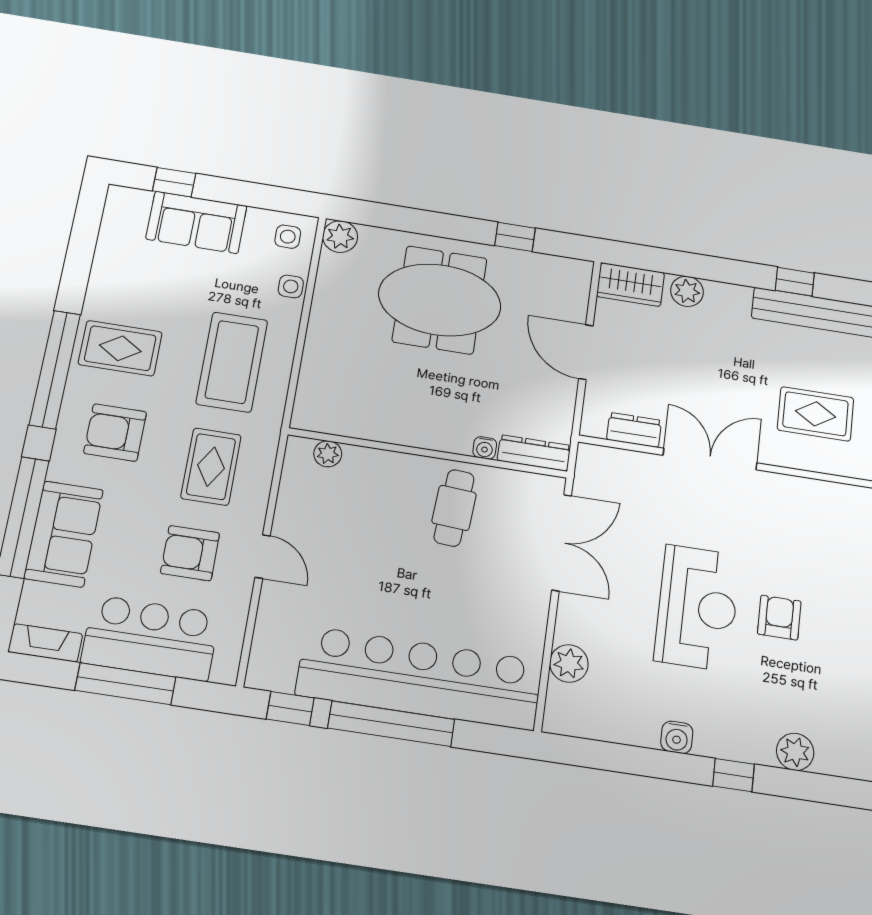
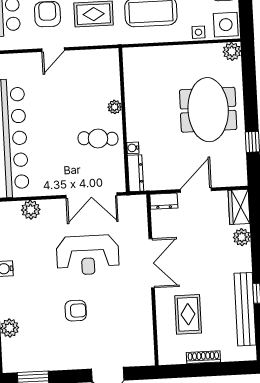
side table: (288, 237) -> (226, 25), width x1.87, depth x1.87
dresser: (634, 430) -> (164, 201), moved, turned 90
plant: (328, 454) -> (115, 107), moved
reception desk: (697, 608) -> (88, 255), moved

